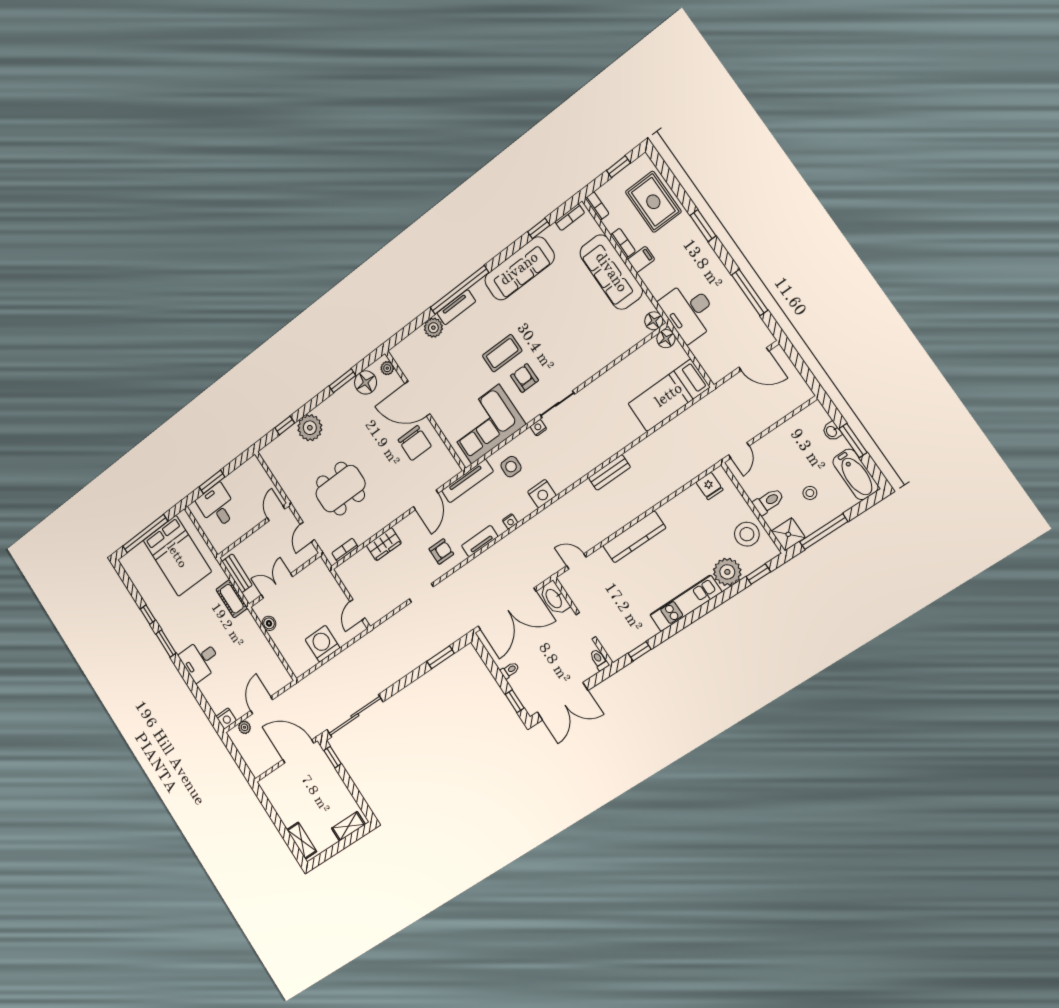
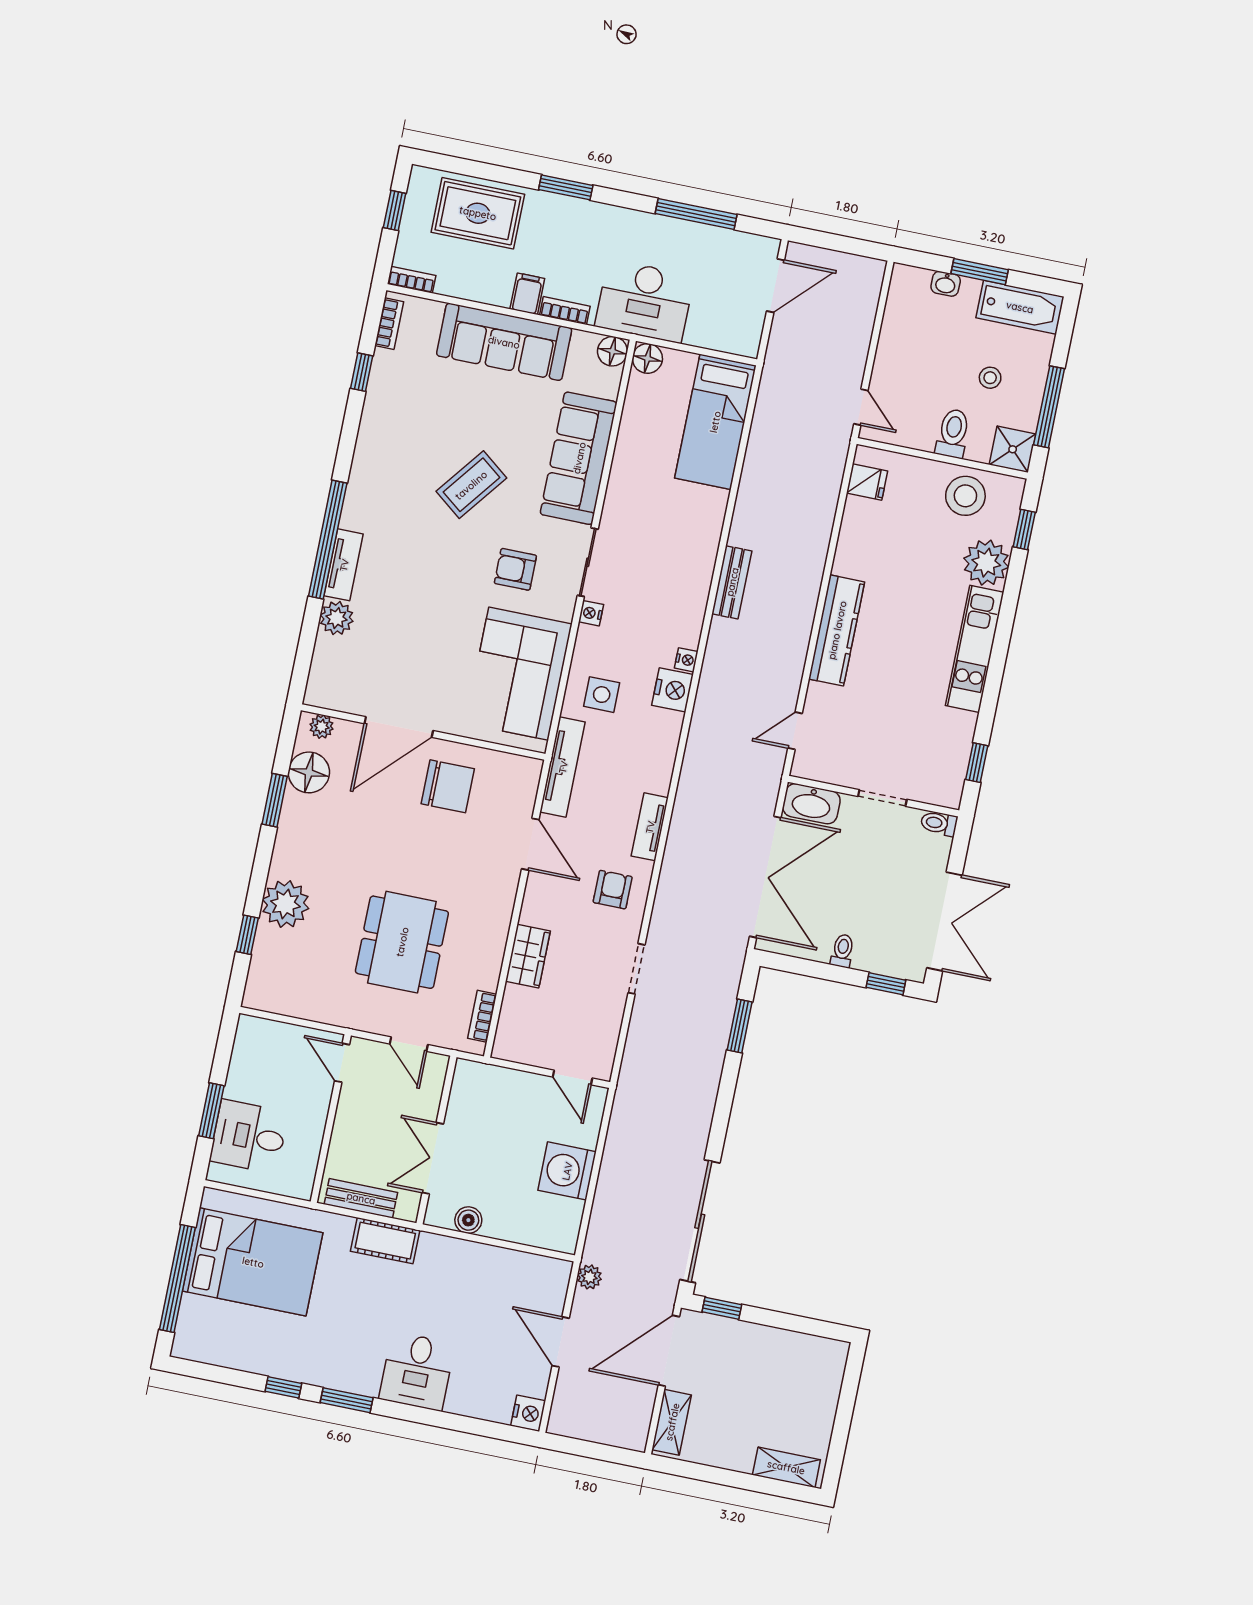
bookcase: (623, 243) -> (565, 311), moved
sofa: (519, 269) -> (579, 458), moved, turned 180
coffee table: (502, 353) -> (471, 485), moved, turned 38
nightstand: (510, 521) -> (686, 660), moved
plant: (245, 727) -> (589, 1277), moved
shelving: (348, 826) -> (672, 1422), moved

